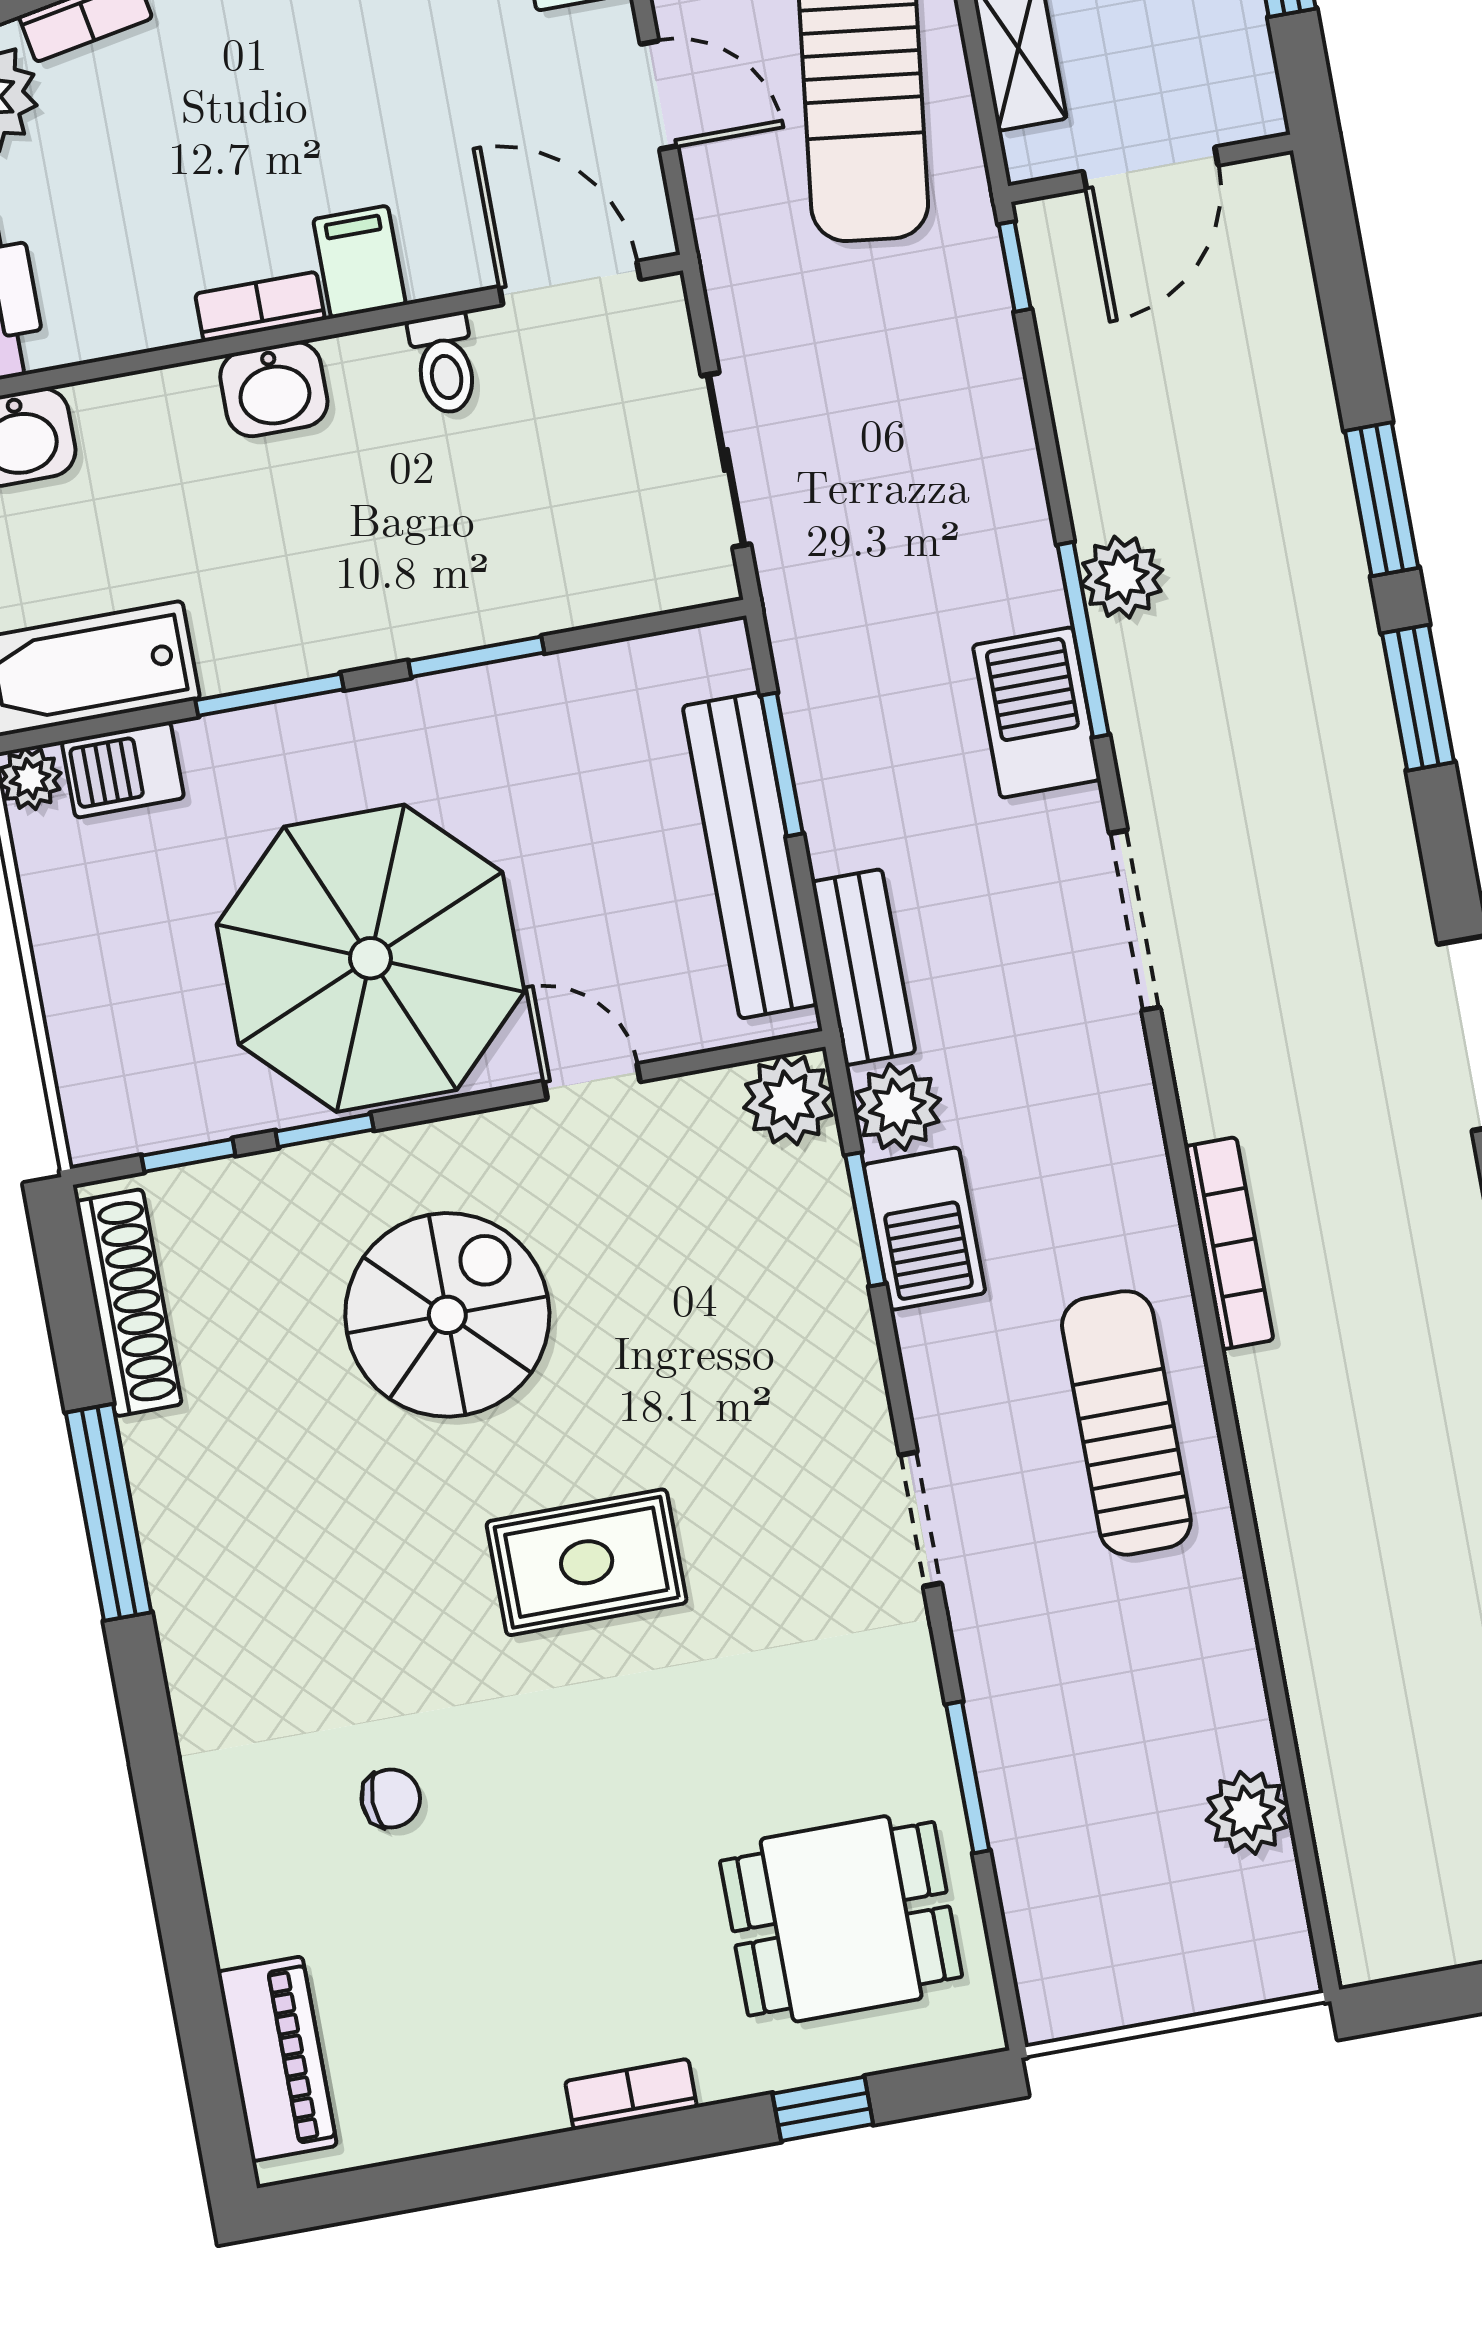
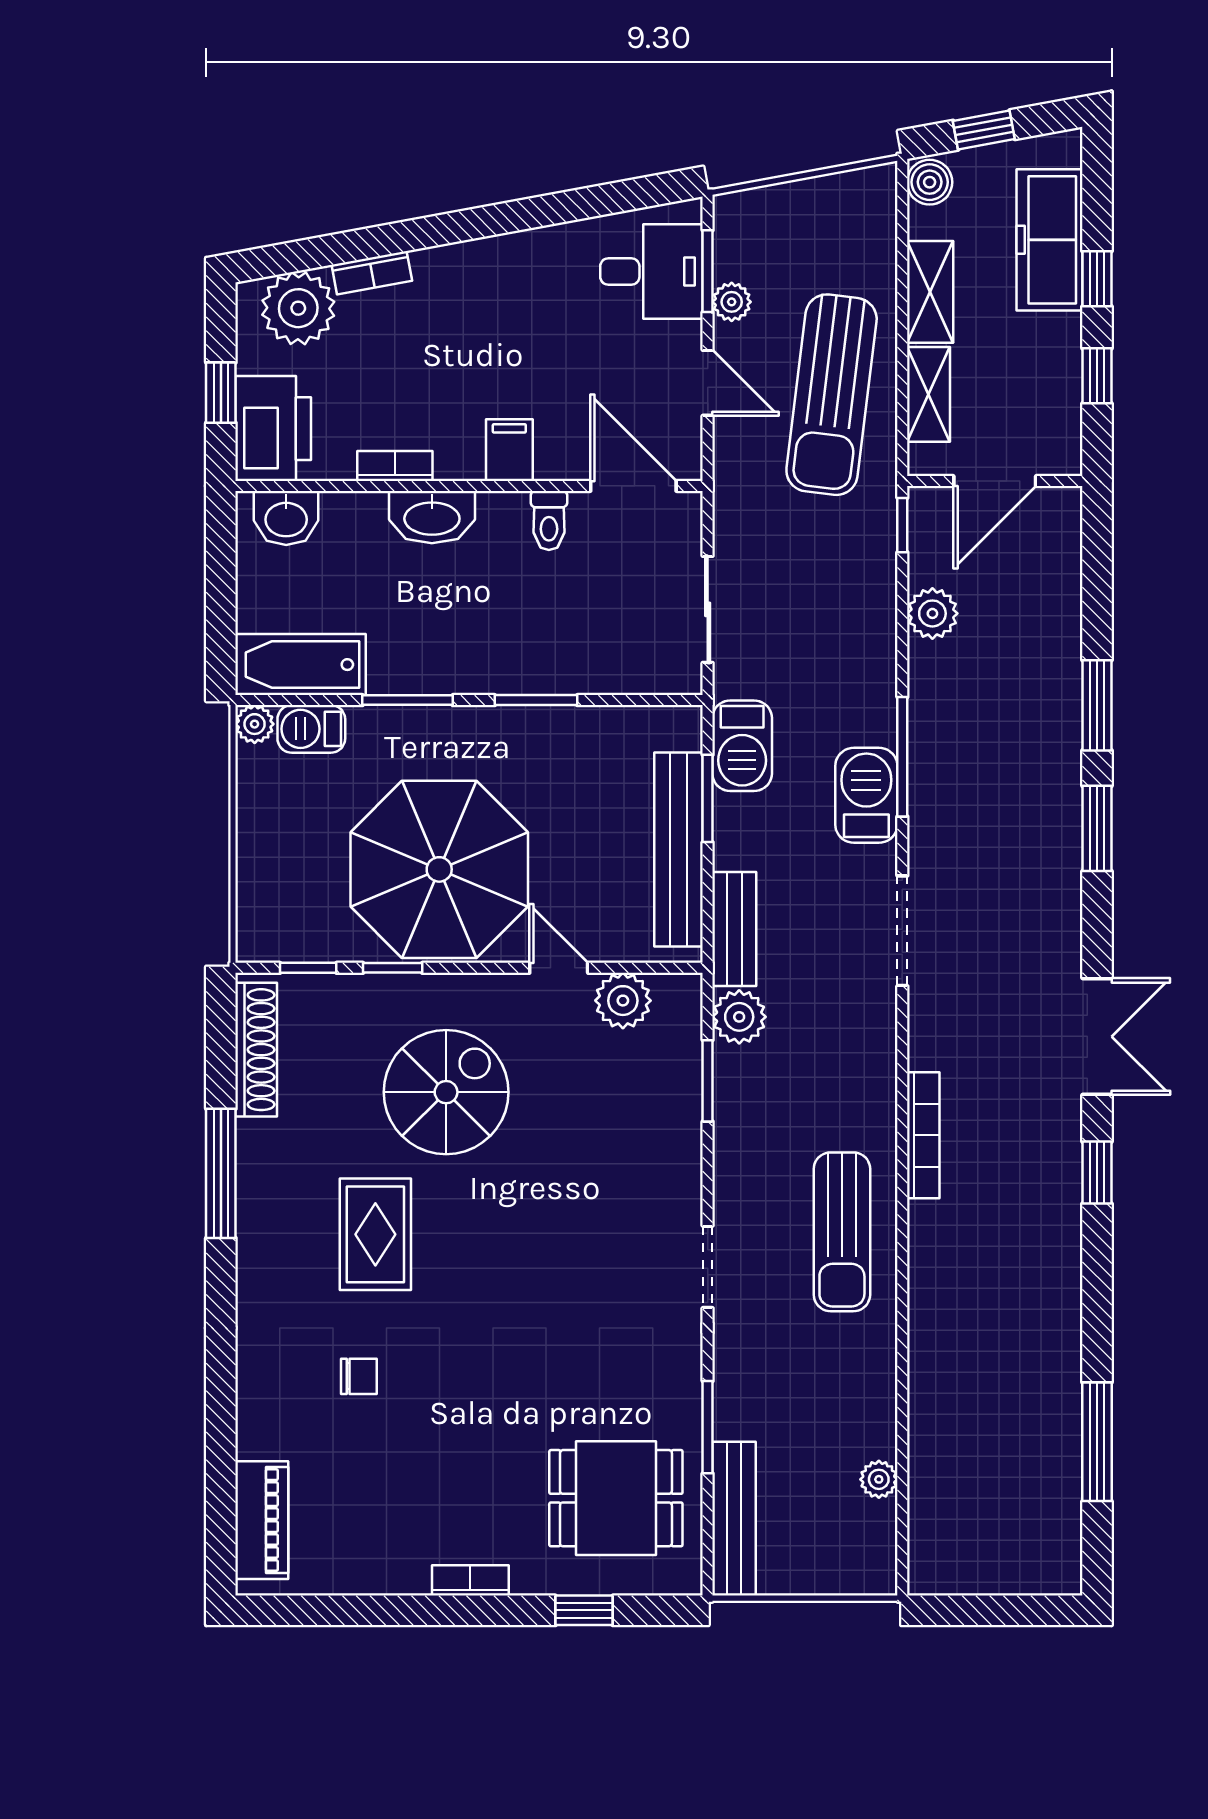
bookcase: (260, 307) -> (395, 466), moved
washbasin: (274, 389) -> (432, 517), width x1.38
plant: (1122, 577) -> (932, 613), moved
plant: (789, 1100) -> (623, 1001), moved
barbecue: (924, 1229) -> (742, 746), moved
sun lounger: (1126, 1423) -> (842, 1232), turned 180
rug: (587, 1562) -> (375, 1234), moved, turned 90
plant: (1248, 1813) -> (879, 1479), width x0.73, depth x0.73
bench: (1037, 1917) -> (734, 1519), added

